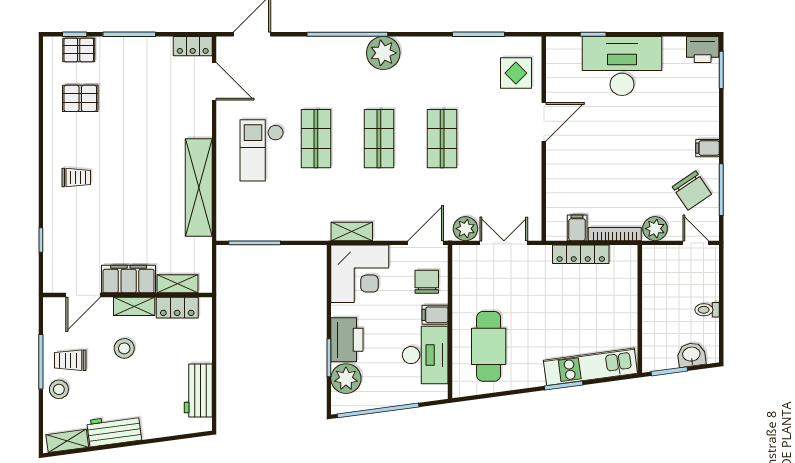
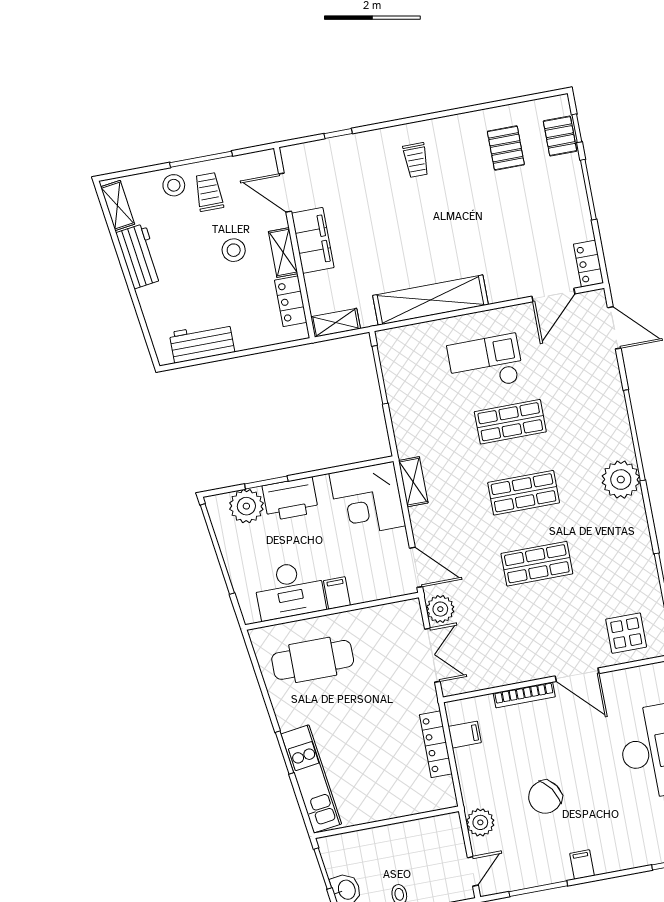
chair: (692, 190) -> (545, 797), moved
bookcase: (615, 234) -> (524, 695), moved, turned 90
chair: (427, 282) -> (372, 577), removed
shelving: (177, 284) -> (336, 323), moved, turned 90

